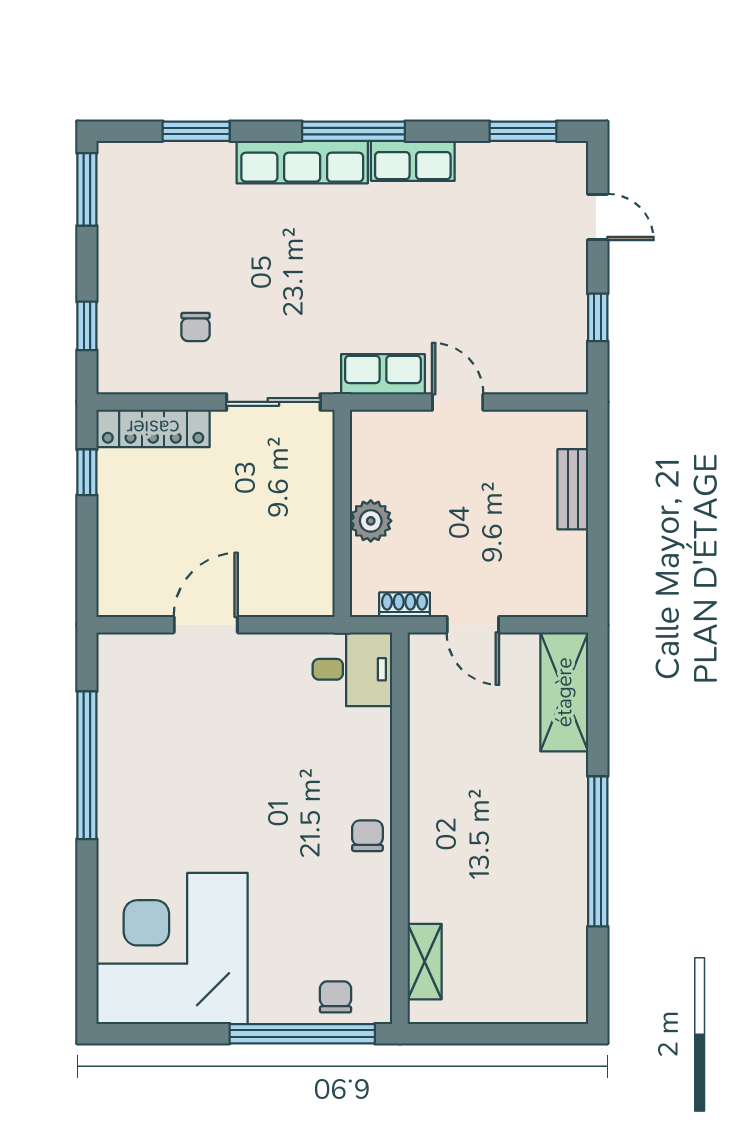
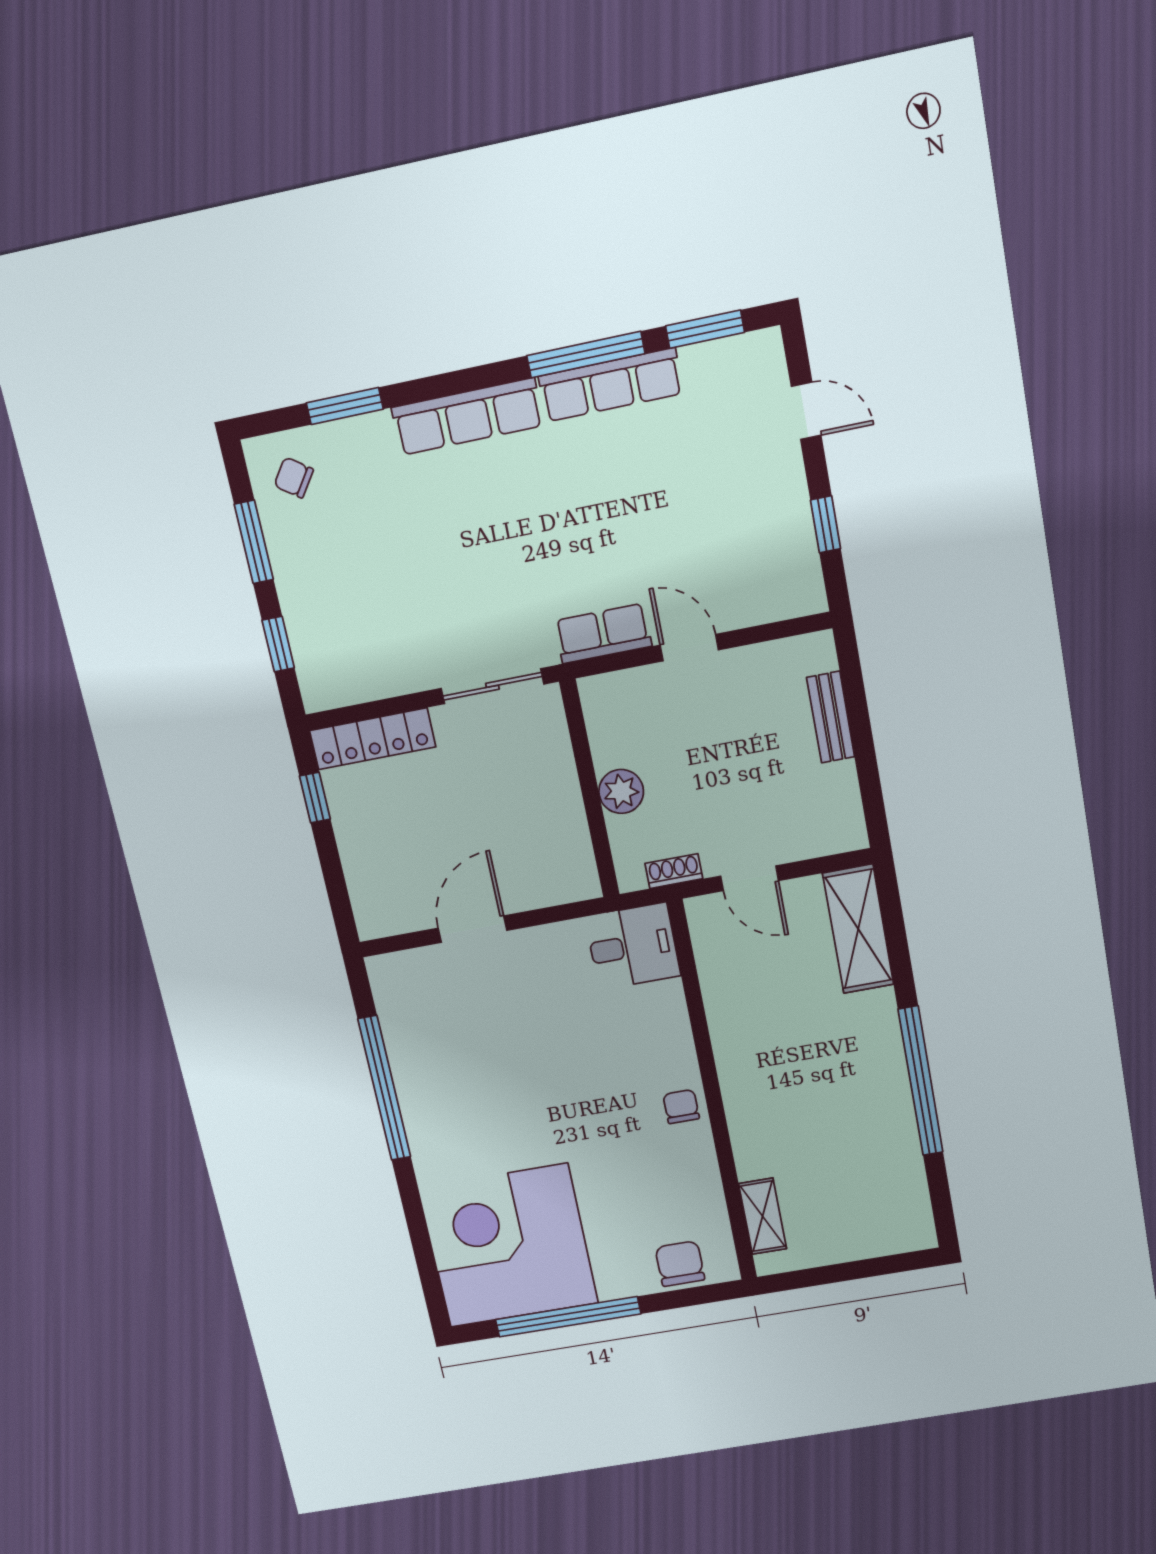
window: (353, 131) -> (586, 355), moved
row of seats: (413, 161) -> (611, 385), width x1.48
window: (87, 189) -> (254, 542), moved
chair: (196, 327) -> (294, 478), moved, turned 125
chair: (336, 997) -> (680, 1264), width x1.37, depth x1.37
window: (302, 1034) -> (568, 1317), moved

